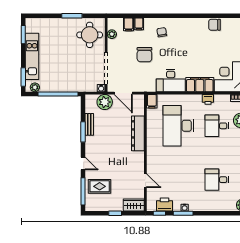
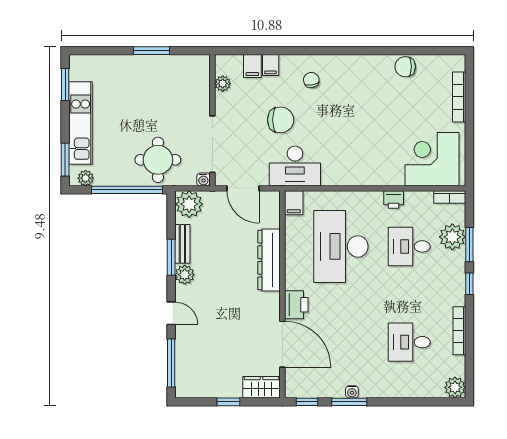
round table: (90, 35) -> (158, 160), moved
chair: (144, 55) -> (281, 120), turned -90
desk: (171, 81) -> (295, 166), moved
filing cabinet: (200, 85) -> (379, 173), removed
plant: (105, 102) -> (189, 204), moved
plant: (91, 142) -> (185, 275), added
door: (145, 181) -> (282, 344), width x1.87
rug: (100, 186) -> (201, 354), removed
printer: (164, 204) -> (296, 305), moved, turned 90

